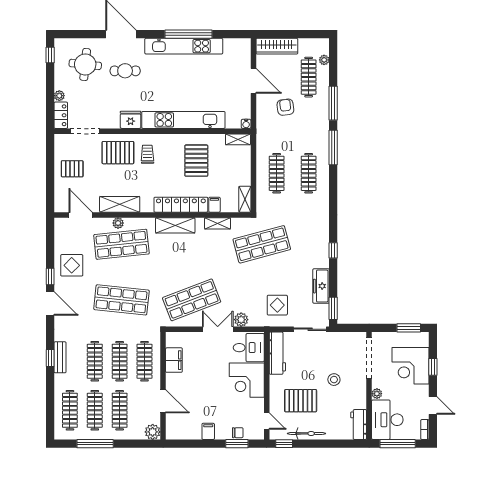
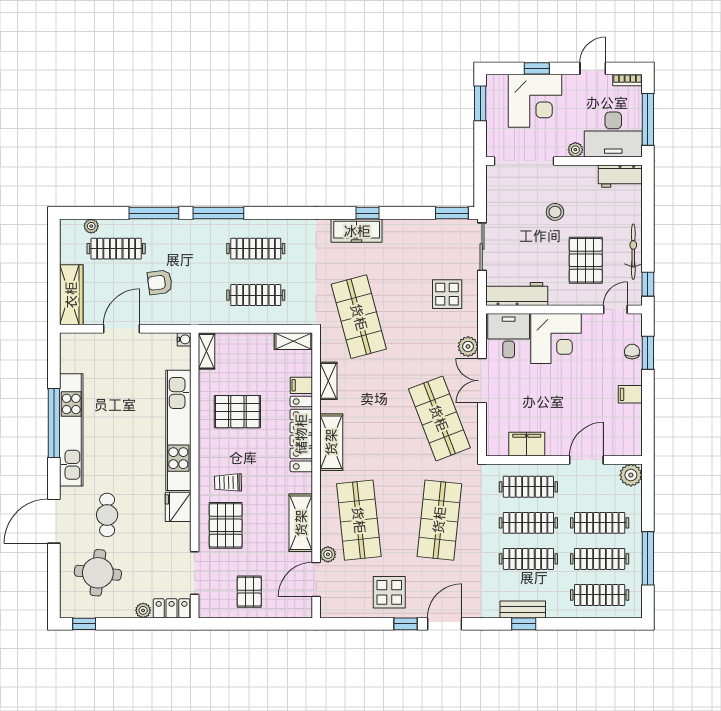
plant: (118, 223) -> (328, 554), moved
freezer: (321, 286) -> (357, 231), moved

